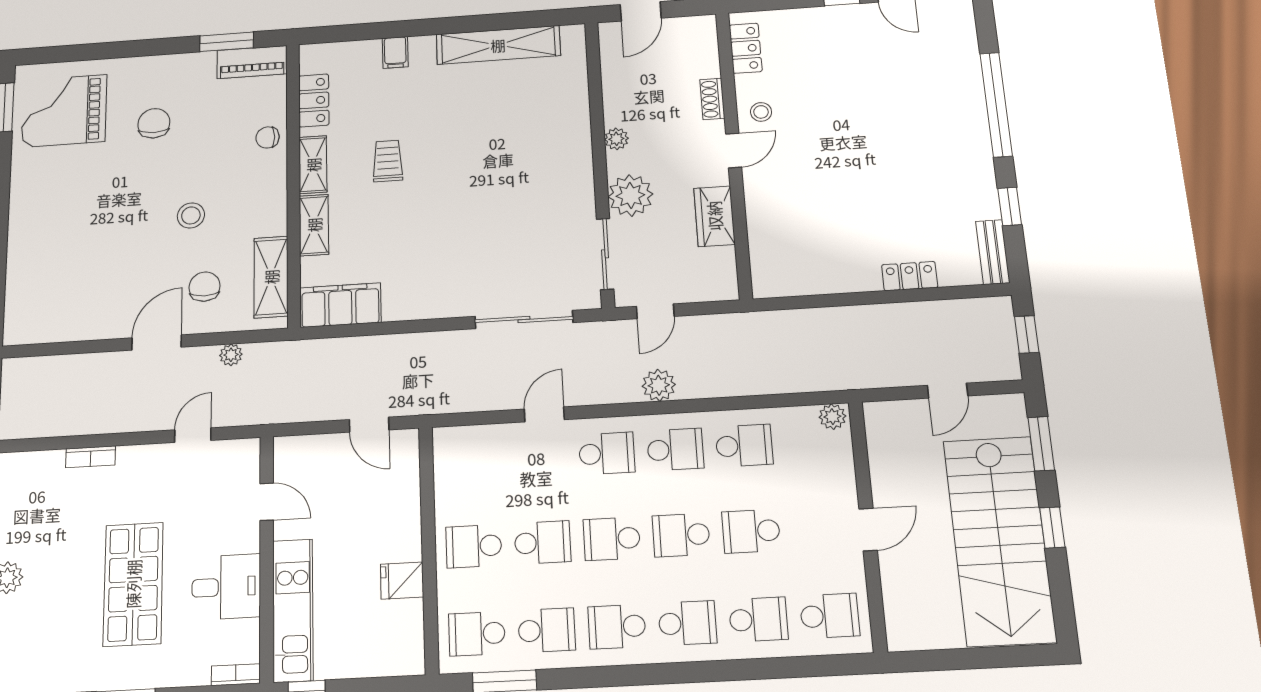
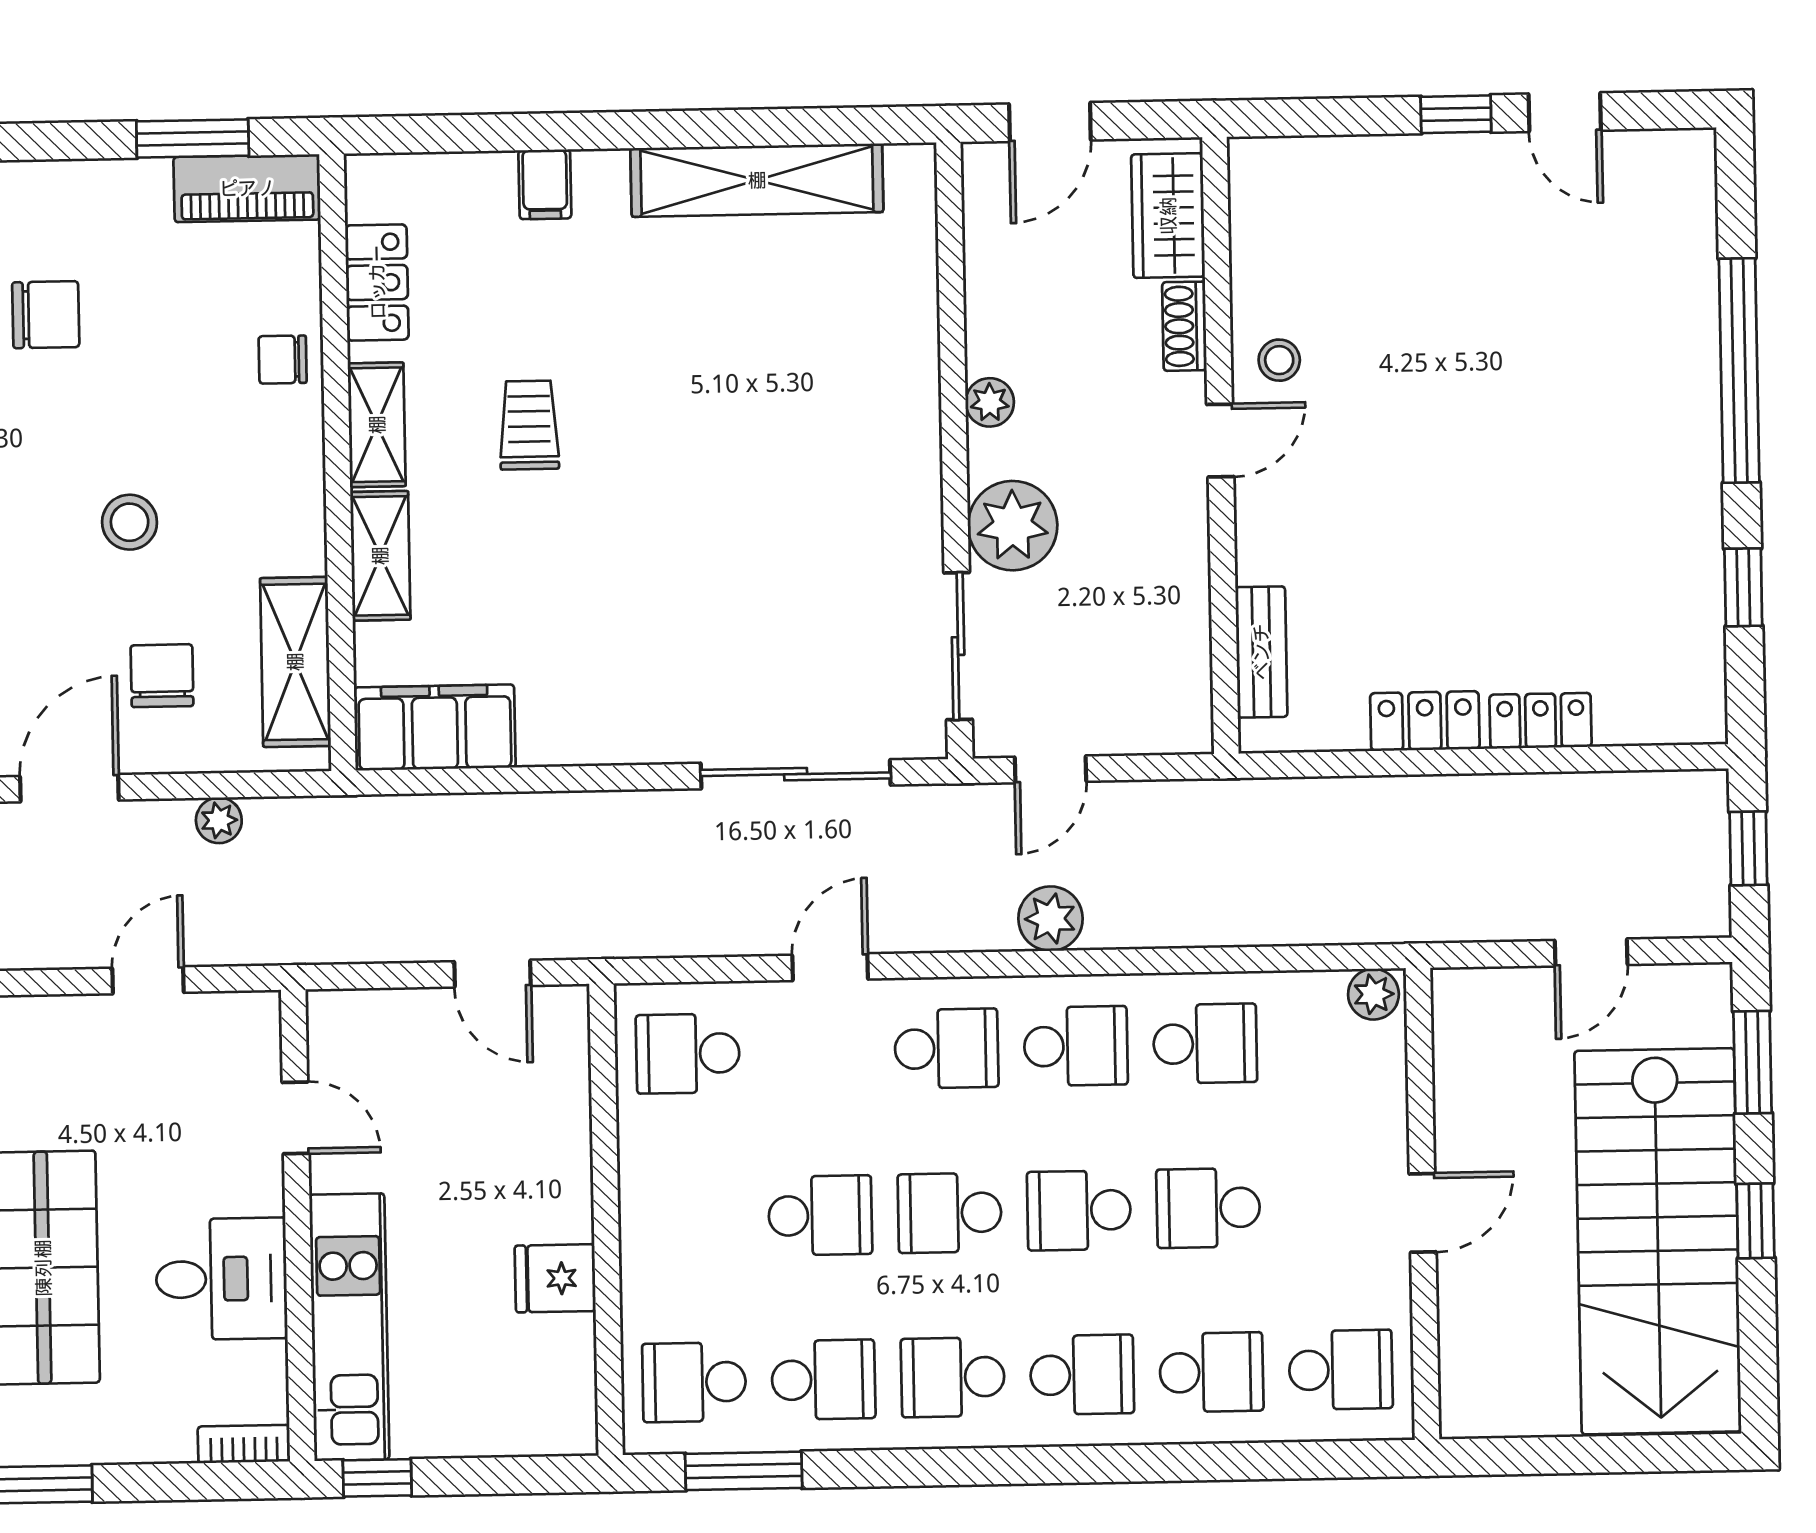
locker: (746, 48) -> (1425, 721), moved, turned -90
chair: (154, 123) -> (46, 315), turned 90
wardrobe: (714, 216) -> (1168, 216), moved
bench: (993, 252) -> (1261, 652), moved
school desk: (474, 546) -> (688, 1054), moved

